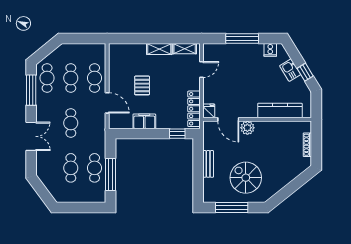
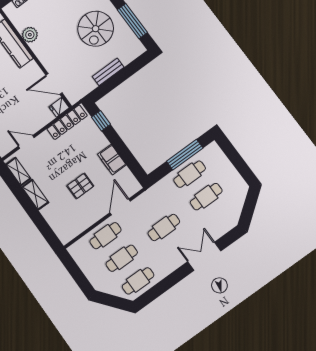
window: (31, 90) -> (161, 288), removed
door: (228, 119) -> (54, 84), swing flipped
plant: (247, 128) -> (30, 35), moved

